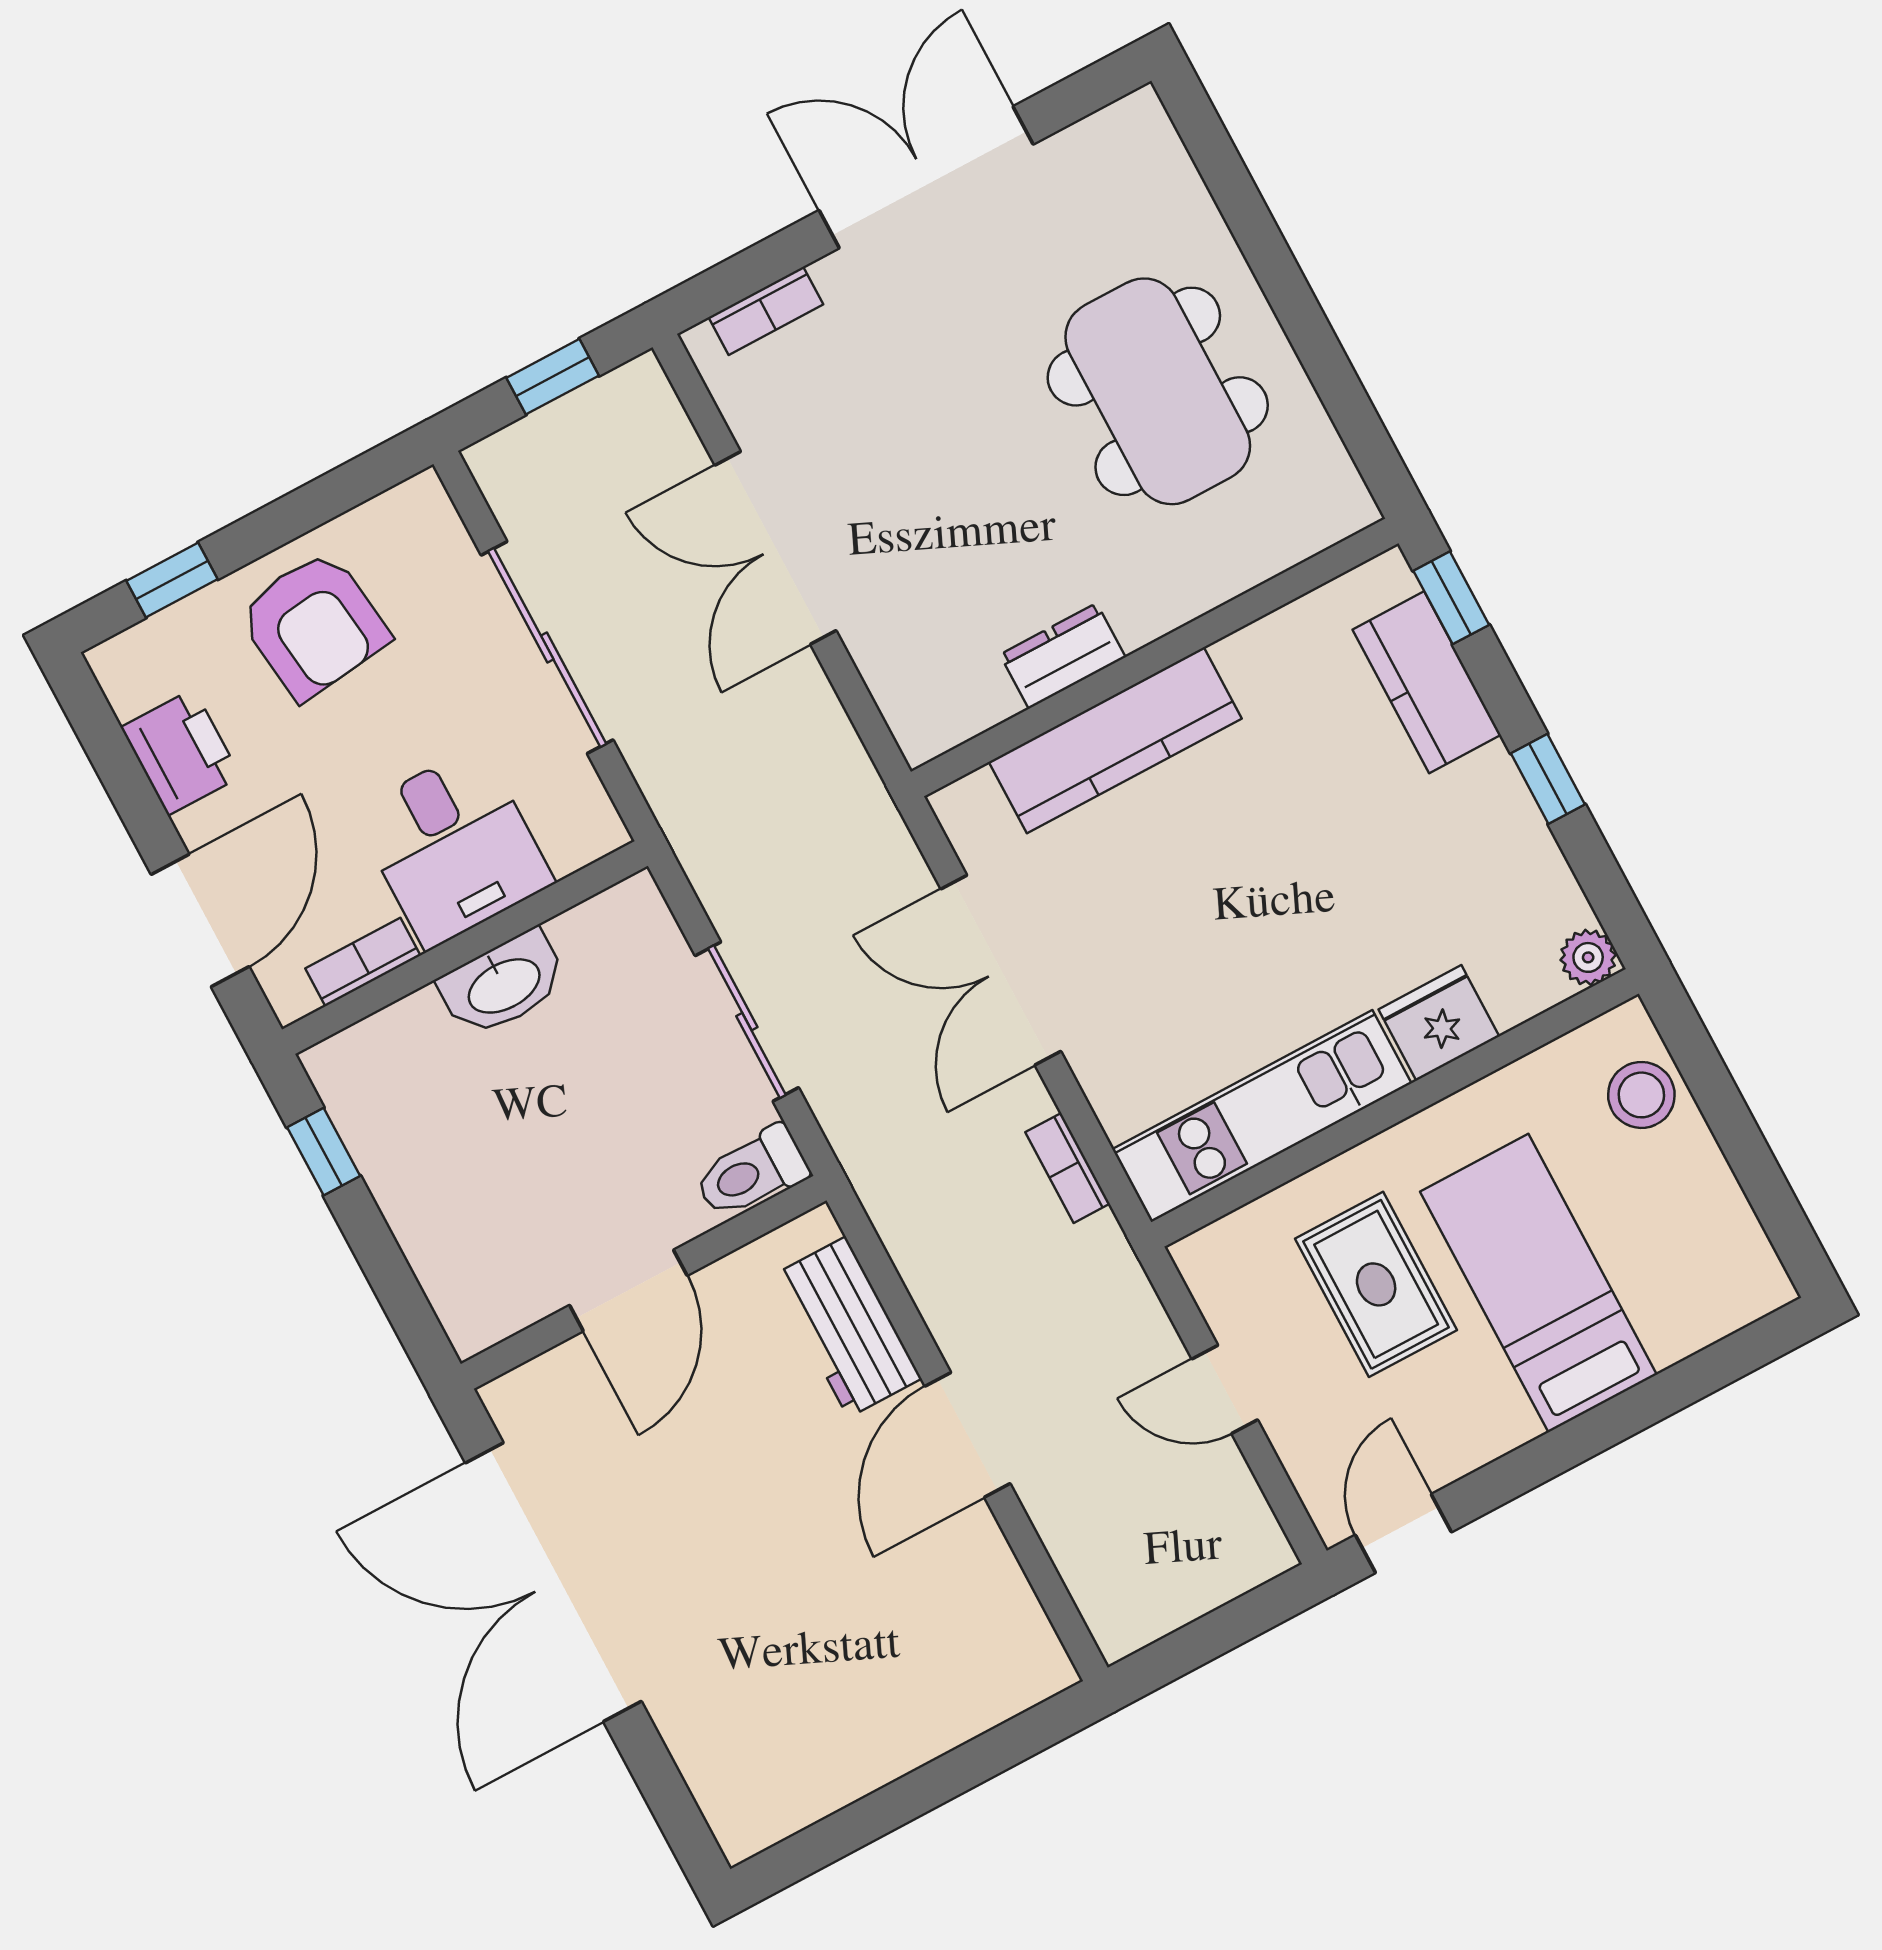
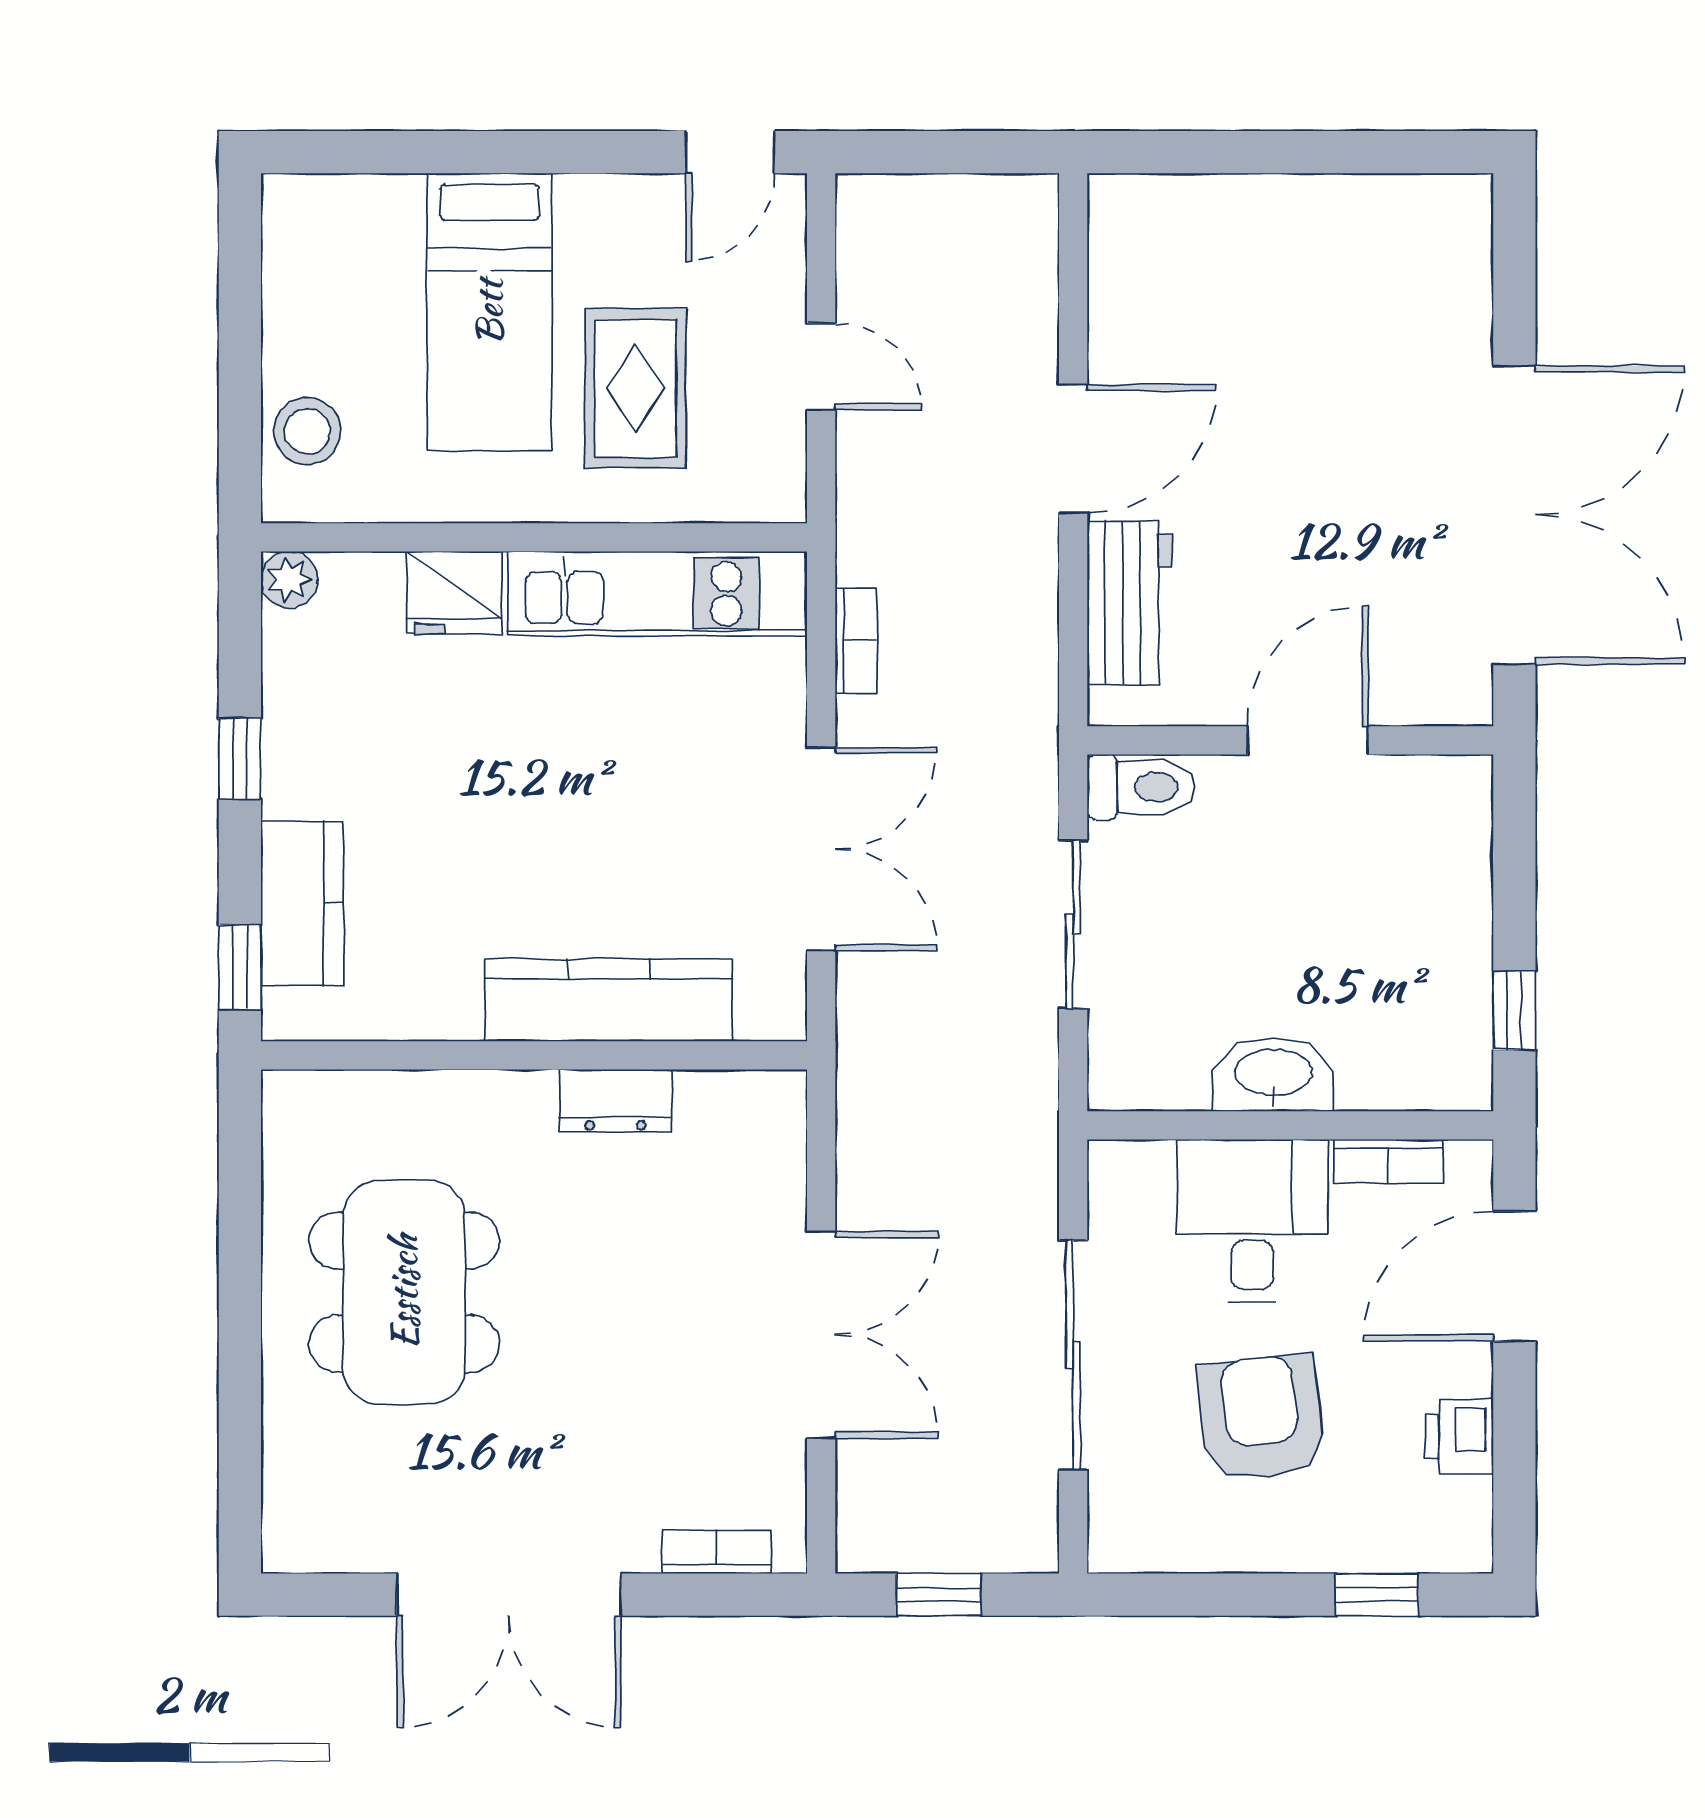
armchair: (314, 625) -> (1261, 1418), moved
printer: (181, 752) -> (1459, 1436), width x0.73, depth x0.81

